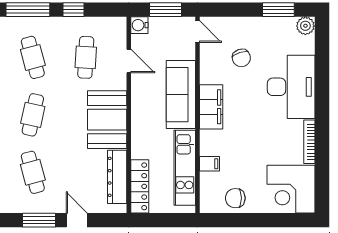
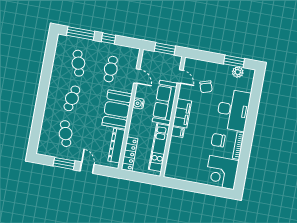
water cooler: (139, 25) -> (138, 103), moved
plant: (305, 26) -> (238, 72), moved
door: (197, 32) -> (180, 77), moved
filing cabinet: (209, 164) -> (178, 132), moved
chair: (235, 198) -> (218, 140), moved

